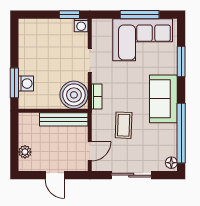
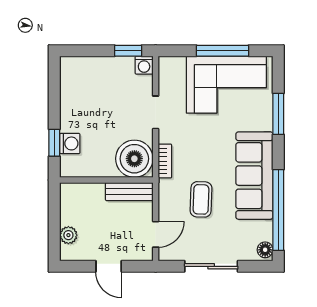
window: (14, 83) -> (54, 143), width x0.67
sofa: (163, 99) -> (254, 176), width x1.36
bench: (64, 119) -> (129, 192), width x0.73

